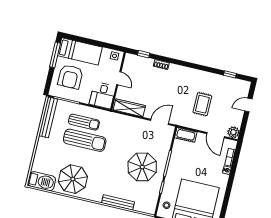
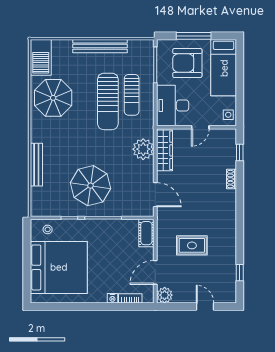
window: (55, 55) -> (194, 36), moved
desk: (102, 95) -> (173, 105), width x1.37
bench: (48, 117) -> (100, 46), moved
plant: (125, 123) -> (143, 149), added

